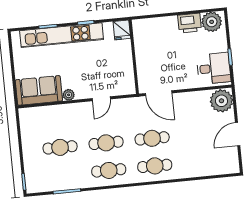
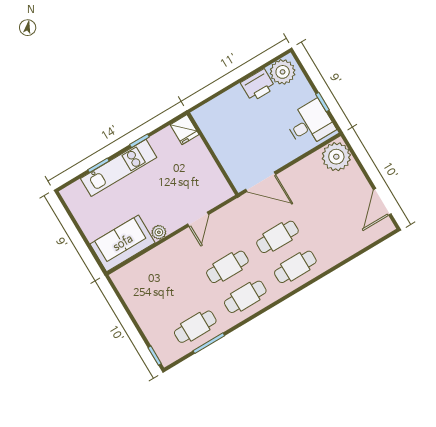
kitchen unit: (62, 35) -> (119, 168), width x0.73
door: (238, 134) -> (382, 202), moved
cafe table: (60, 147) -> (195, 327), moved

